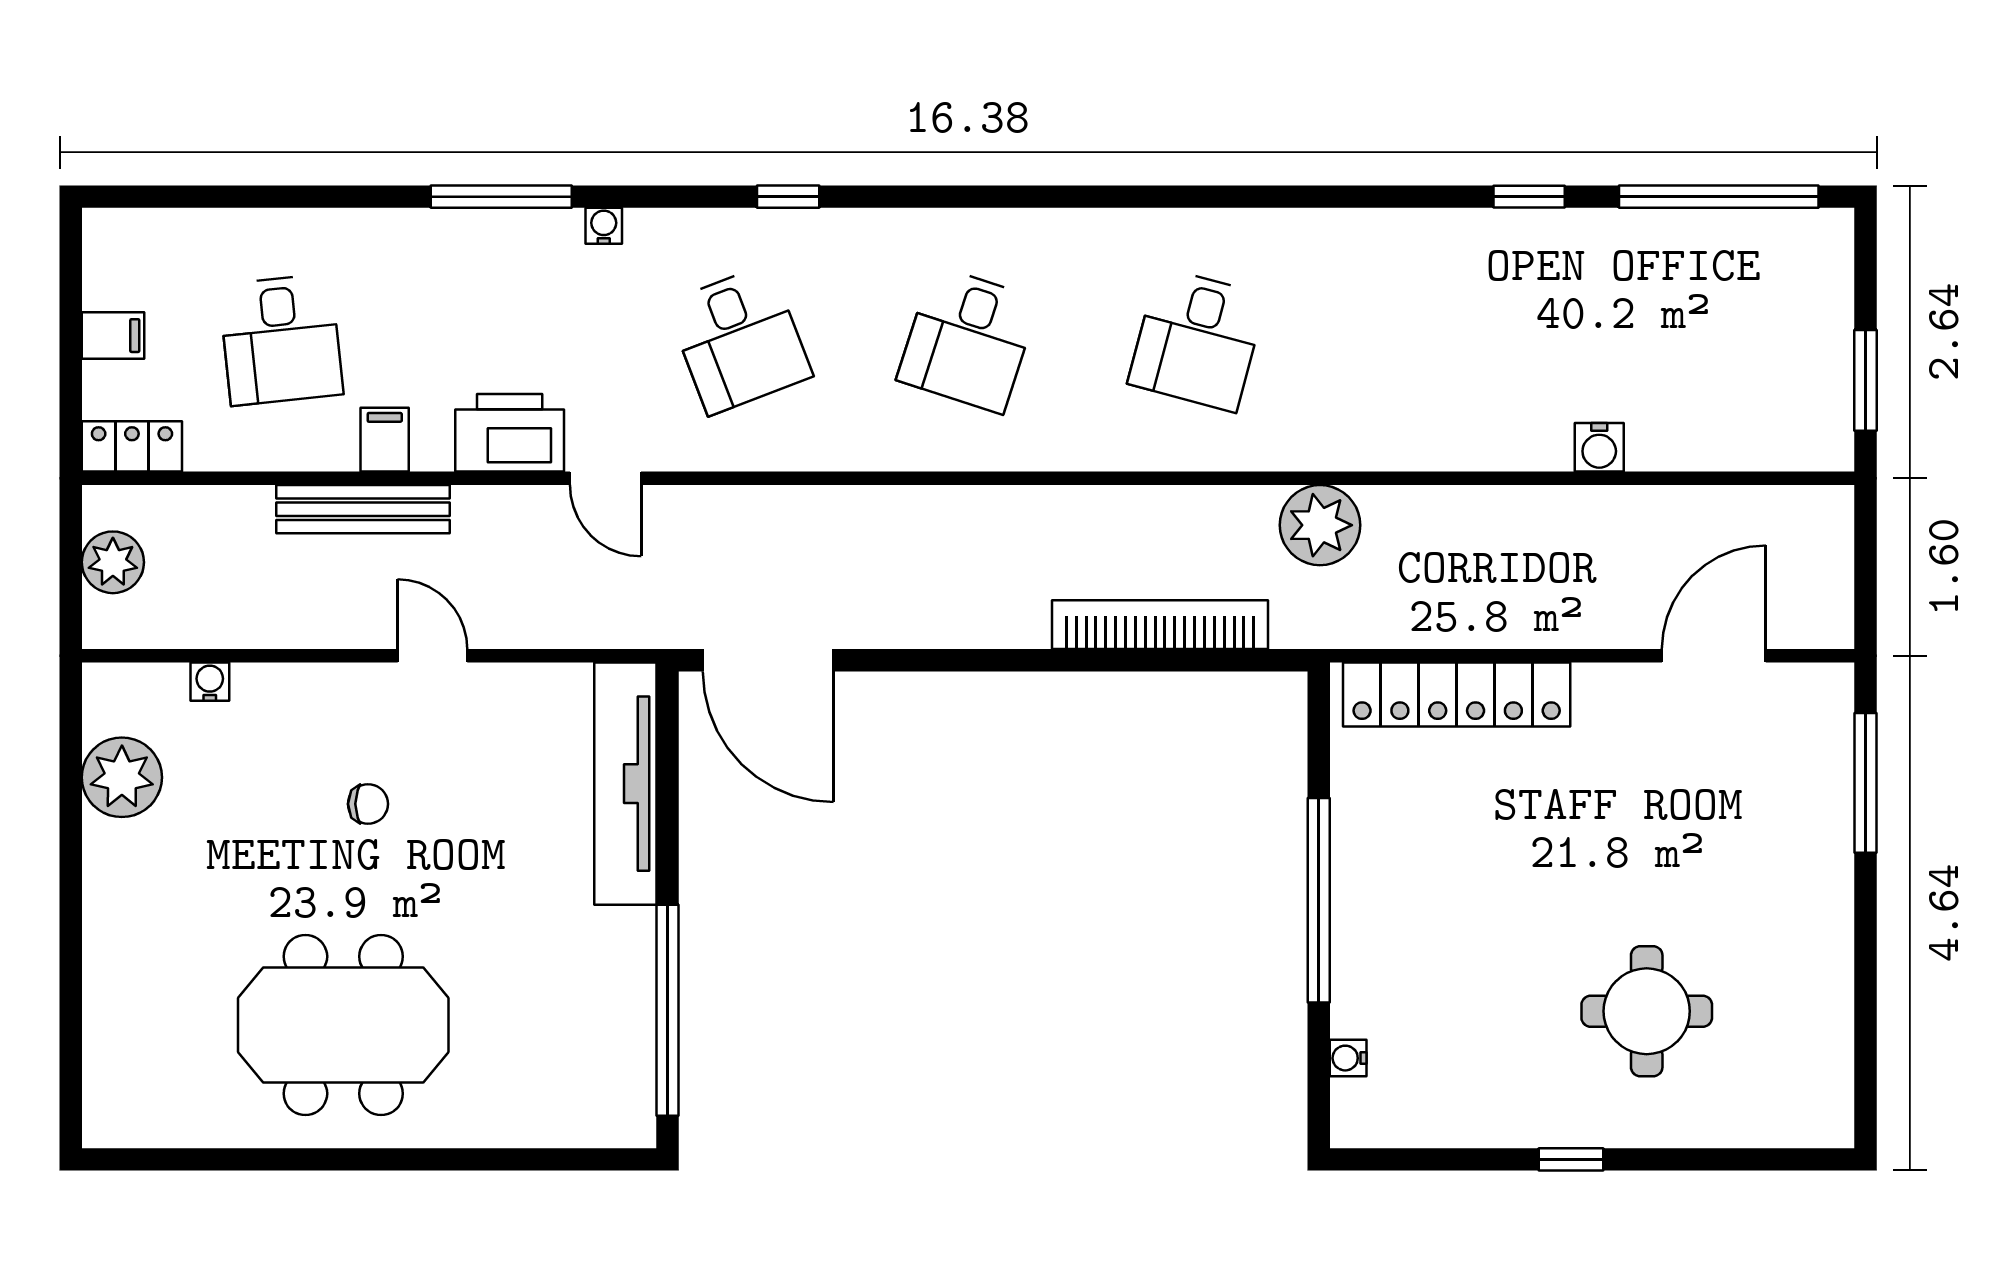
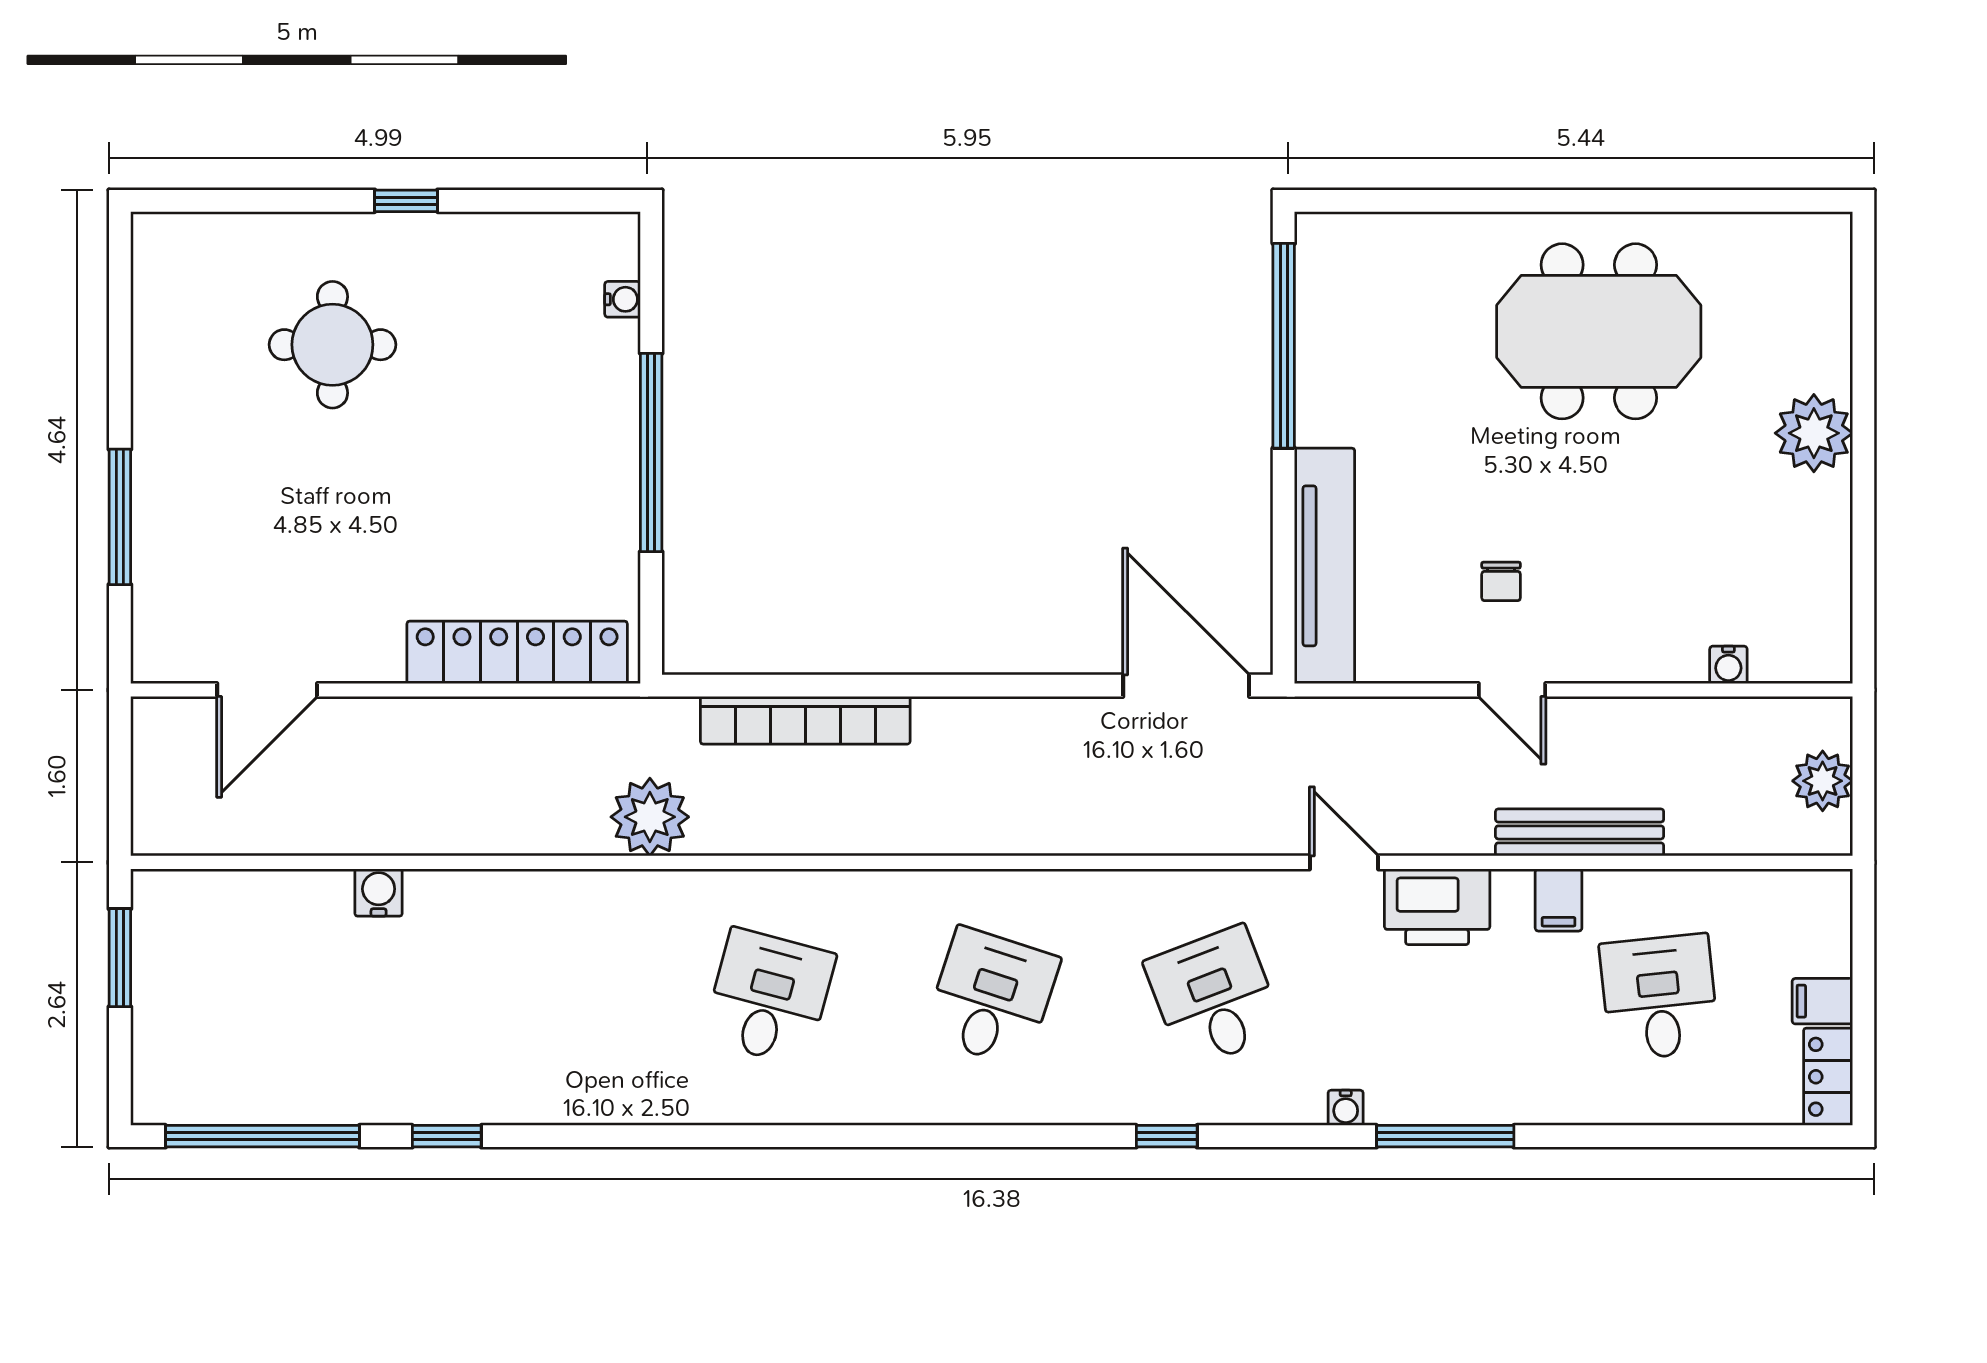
locker: (132, 446) -> (1828, 1077), moved, turned 90
plant: (122, 777) -> (1814, 433), moved
window: (1866, 783) -> (120, 517), moved
chair: (368, 804) -> (1501, 581), moved, turned -90

